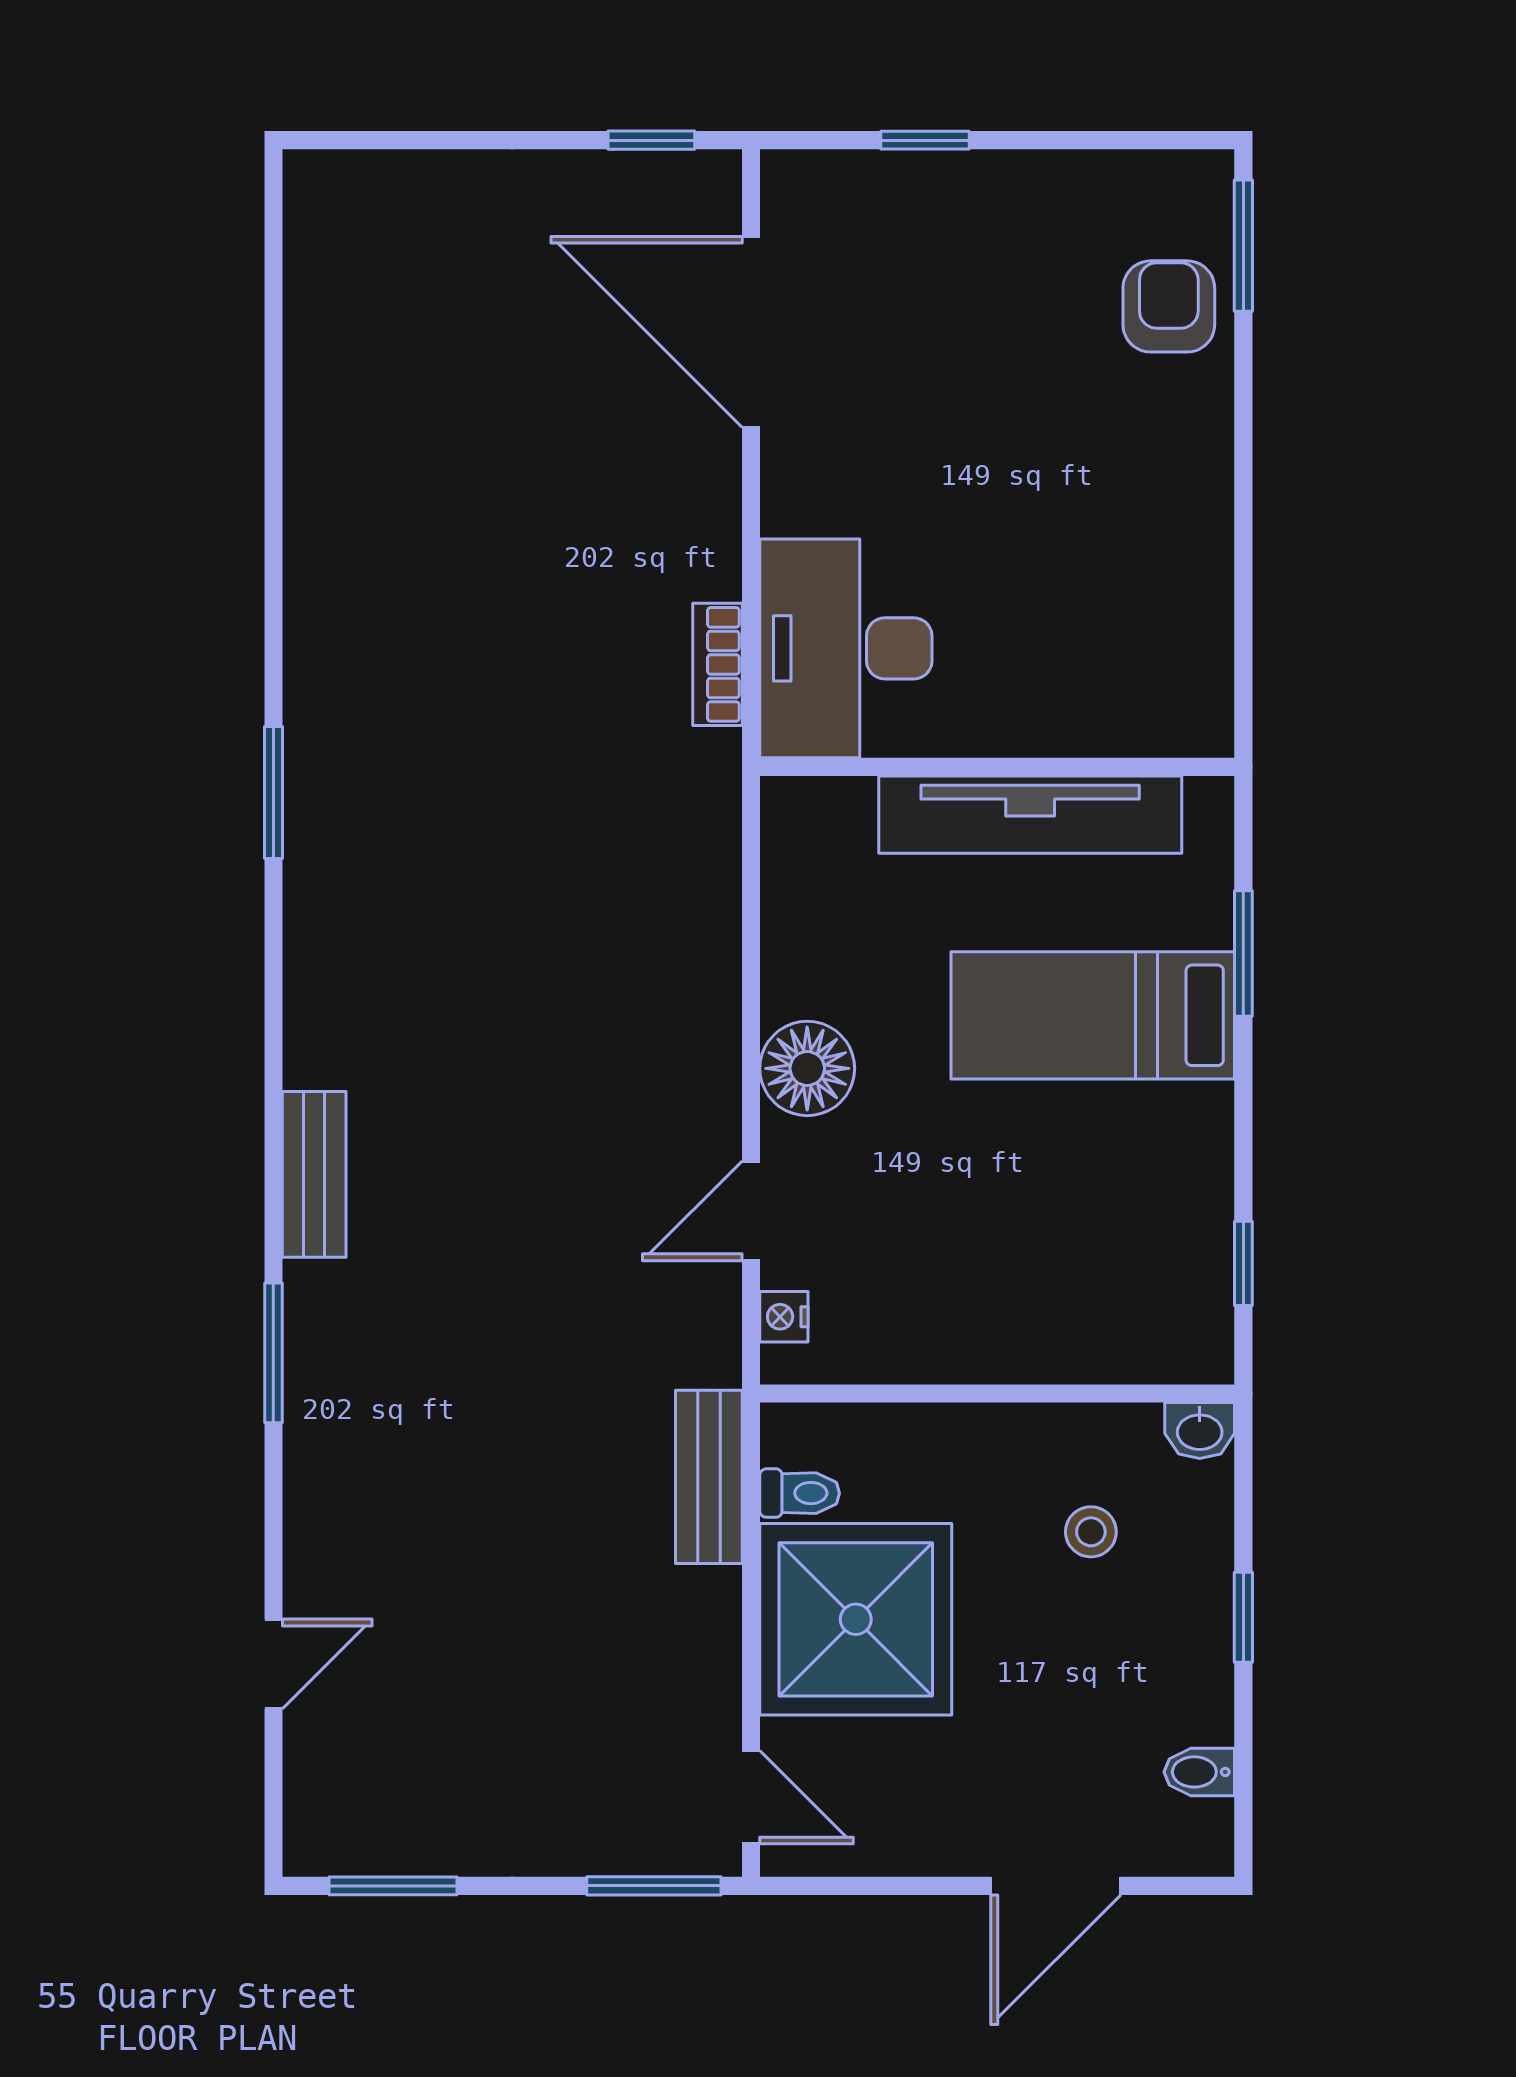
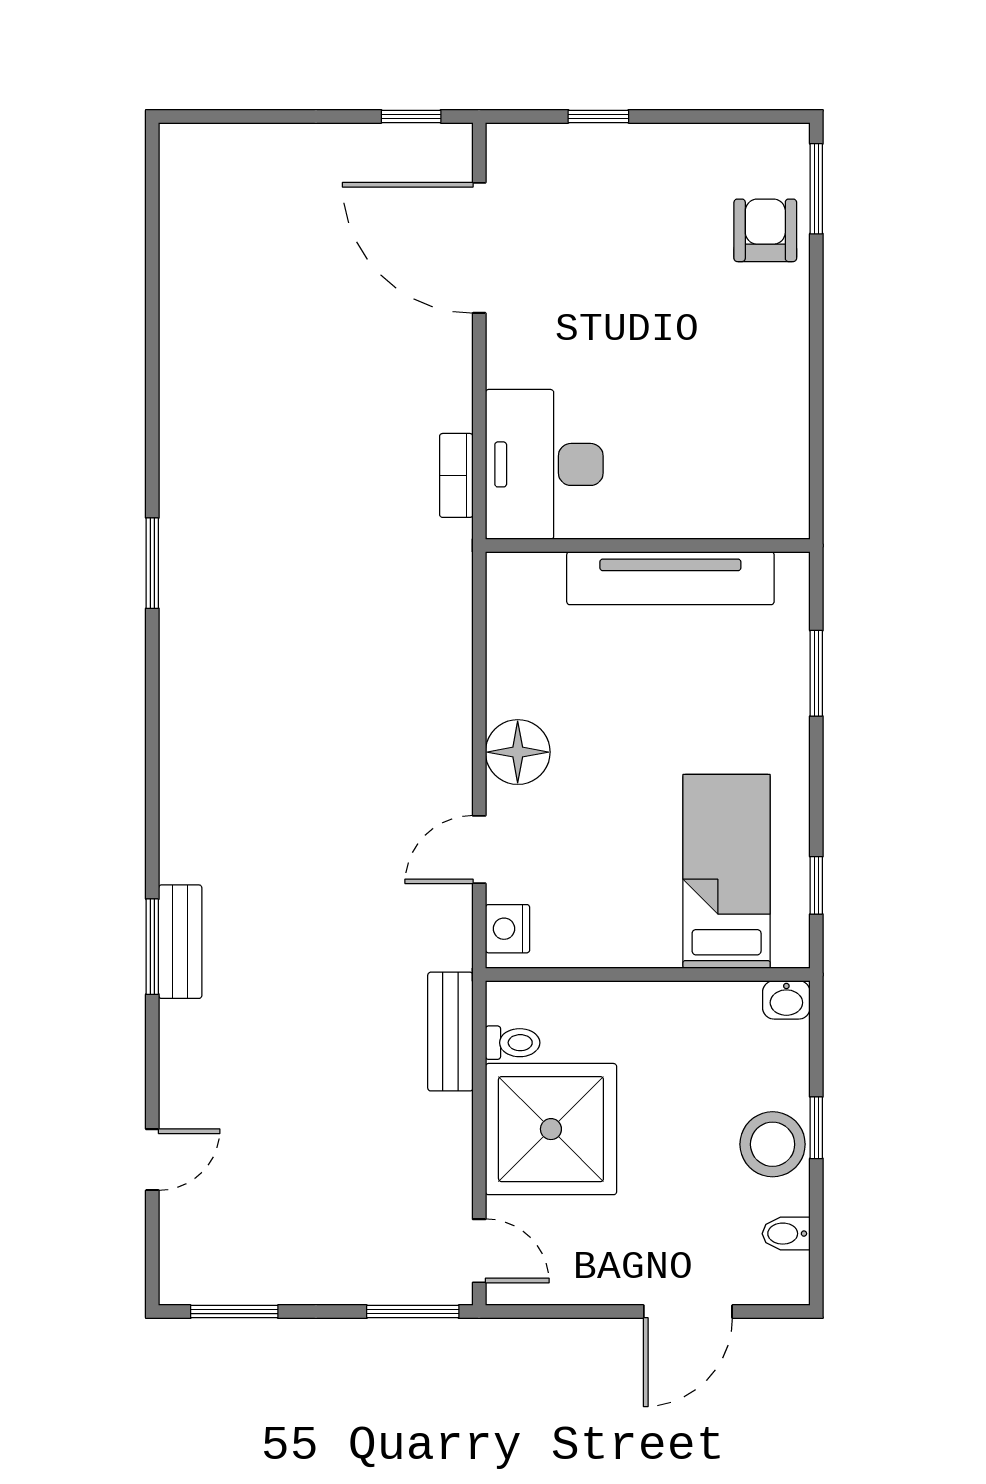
bed: (1093, 1015) -> (727, 871), moved, turned 90
bench: (314, 1174) -> (180, 942), moved
nightstand: (784, 1317) -> (508, 929), width x1.39, depth x1.35
stool: (1091, 1532) -> (773, 1144), moved, width x1.89, depth x1.89

